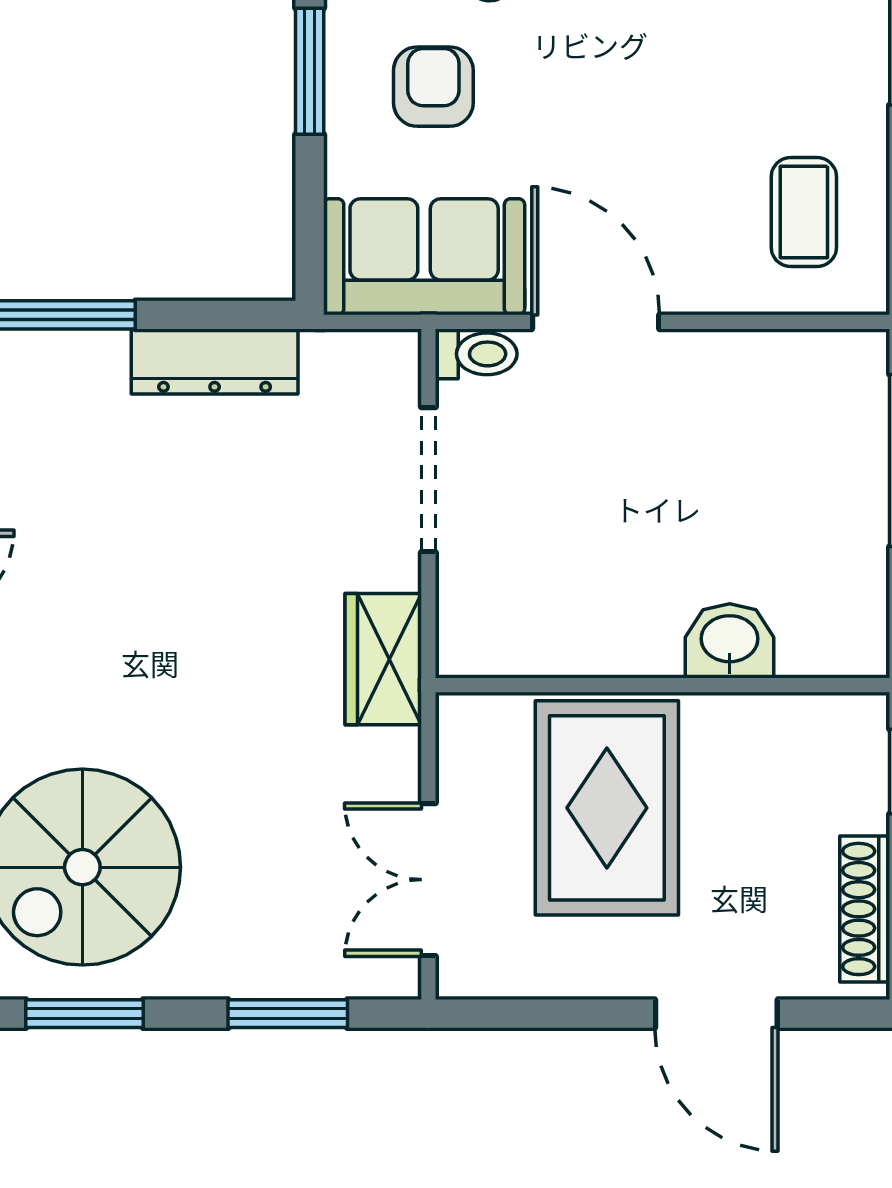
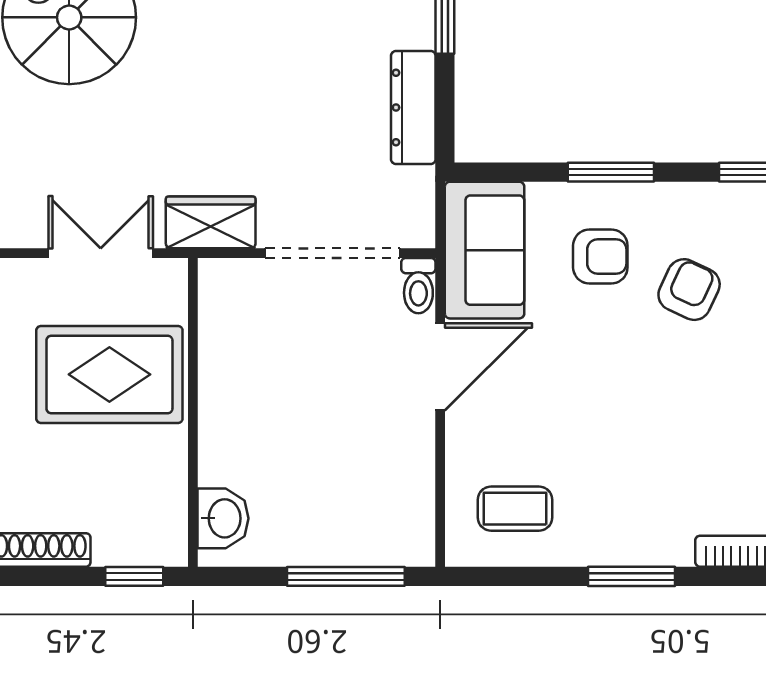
doorway: (428, 480) -> (333, 253), width x1.36
washbasin: (730, 641) -> (223, 518), moved
double door: (428, 880) -> (101, 253), moved

